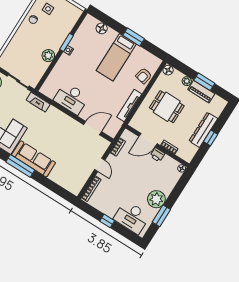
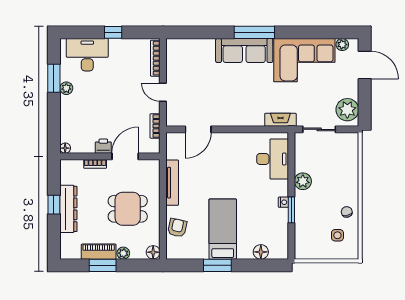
desk: (71, 98) -> (273, 159), moved, turned 90
plant: (156, 199) -> (66, 88), width x0.53, depth x0.53

